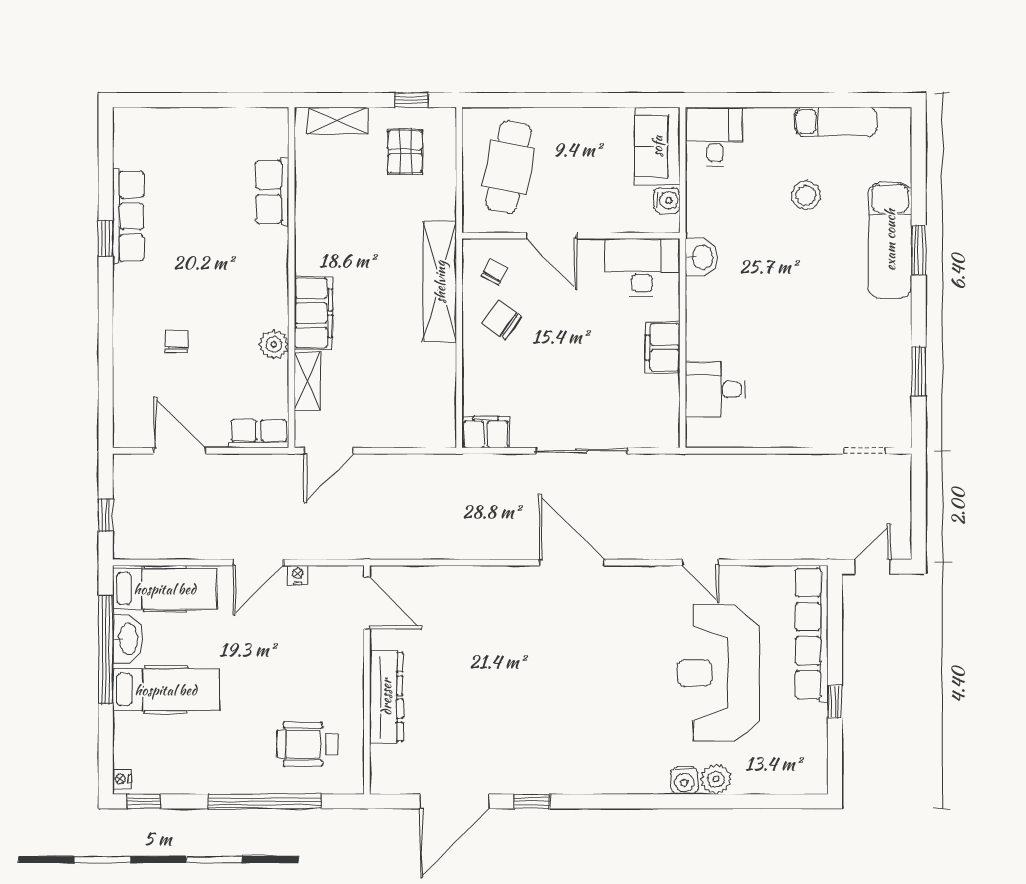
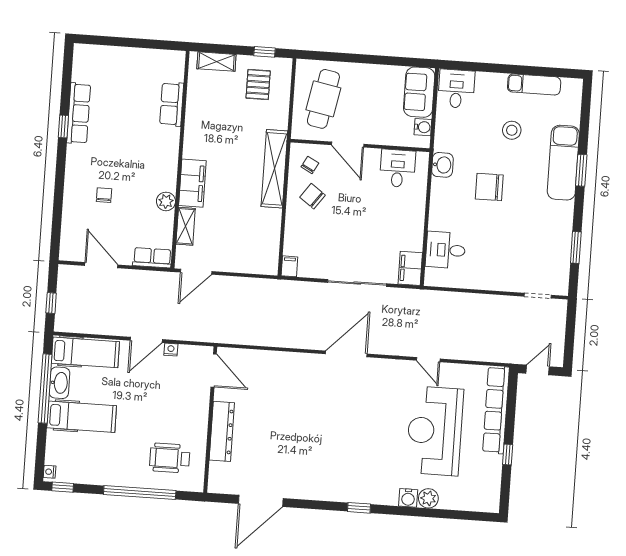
desk: (642, 267) -> (398, 168), width x0.73
chair: (777, 286) -> (489, 187), added
filing cabinet: (663, 347) -> (410, 268), moved
filing cabinet: (486, 432) -> (289, 266), width x0.50
door: (572, 563) -> (346, 354), hinge flipped
window: (532, 801) -> (359, 508), moved

